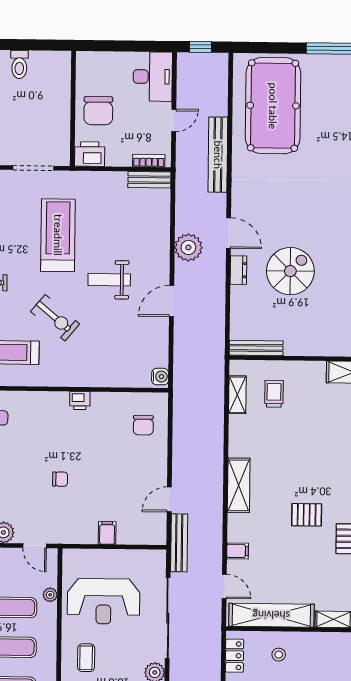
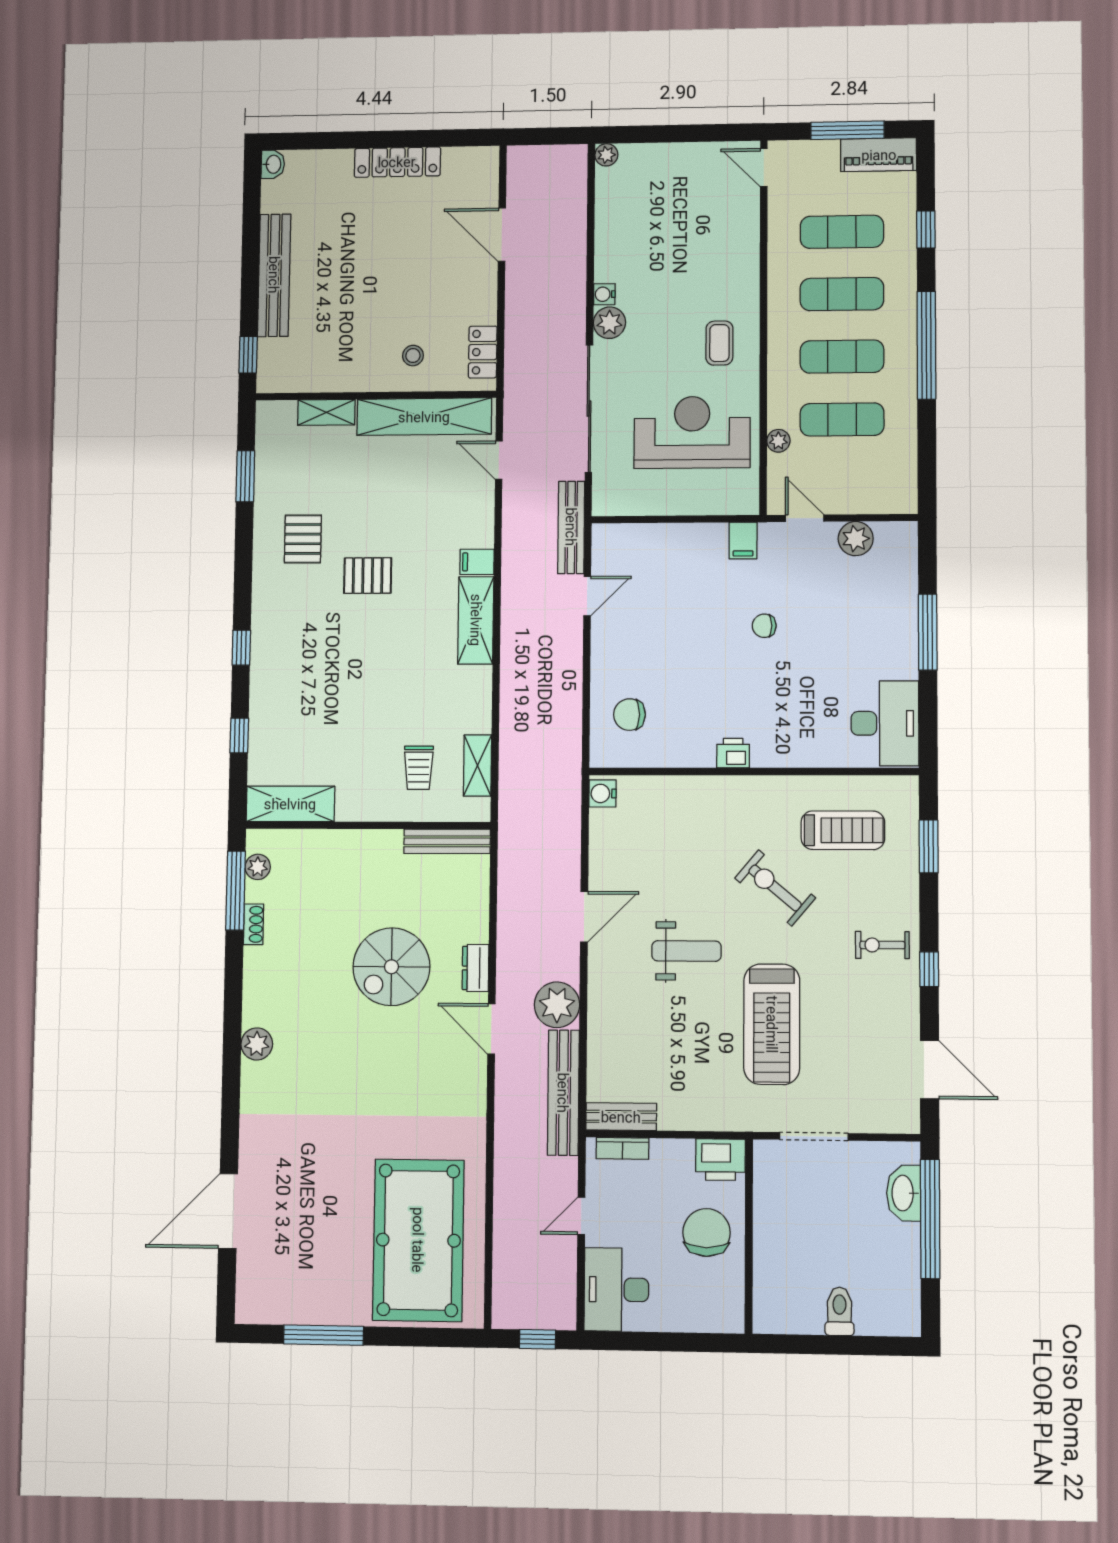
bench: (218, 155) -> (563, 1093), moved
chair: (143, 425) -> (629, 715), turned -90
filing cabinet: (107, 533) -> (743, 541), moved
filing cabinet: (238, 551) -> (477, 562), moved

